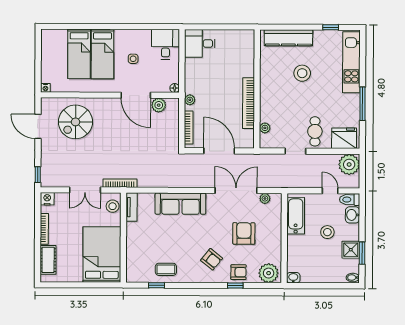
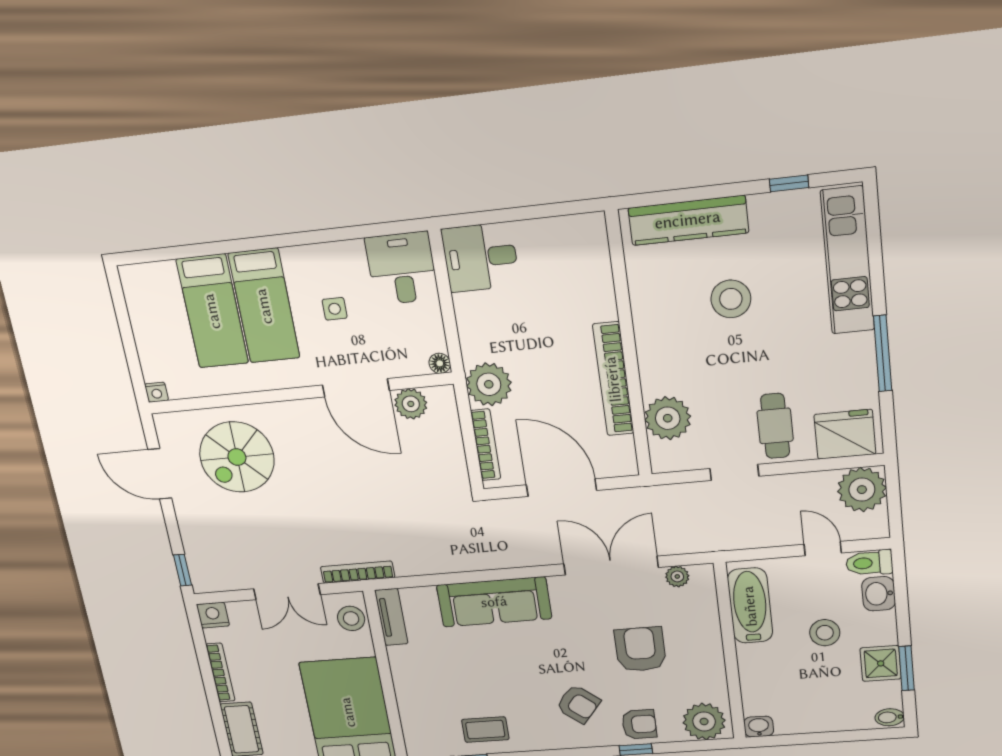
plant: (190, 100) -> (489, 384), width x1.87, depth x1.87
plant: (265, 128) -> (668, 418), width x1.88, depth x1.88

